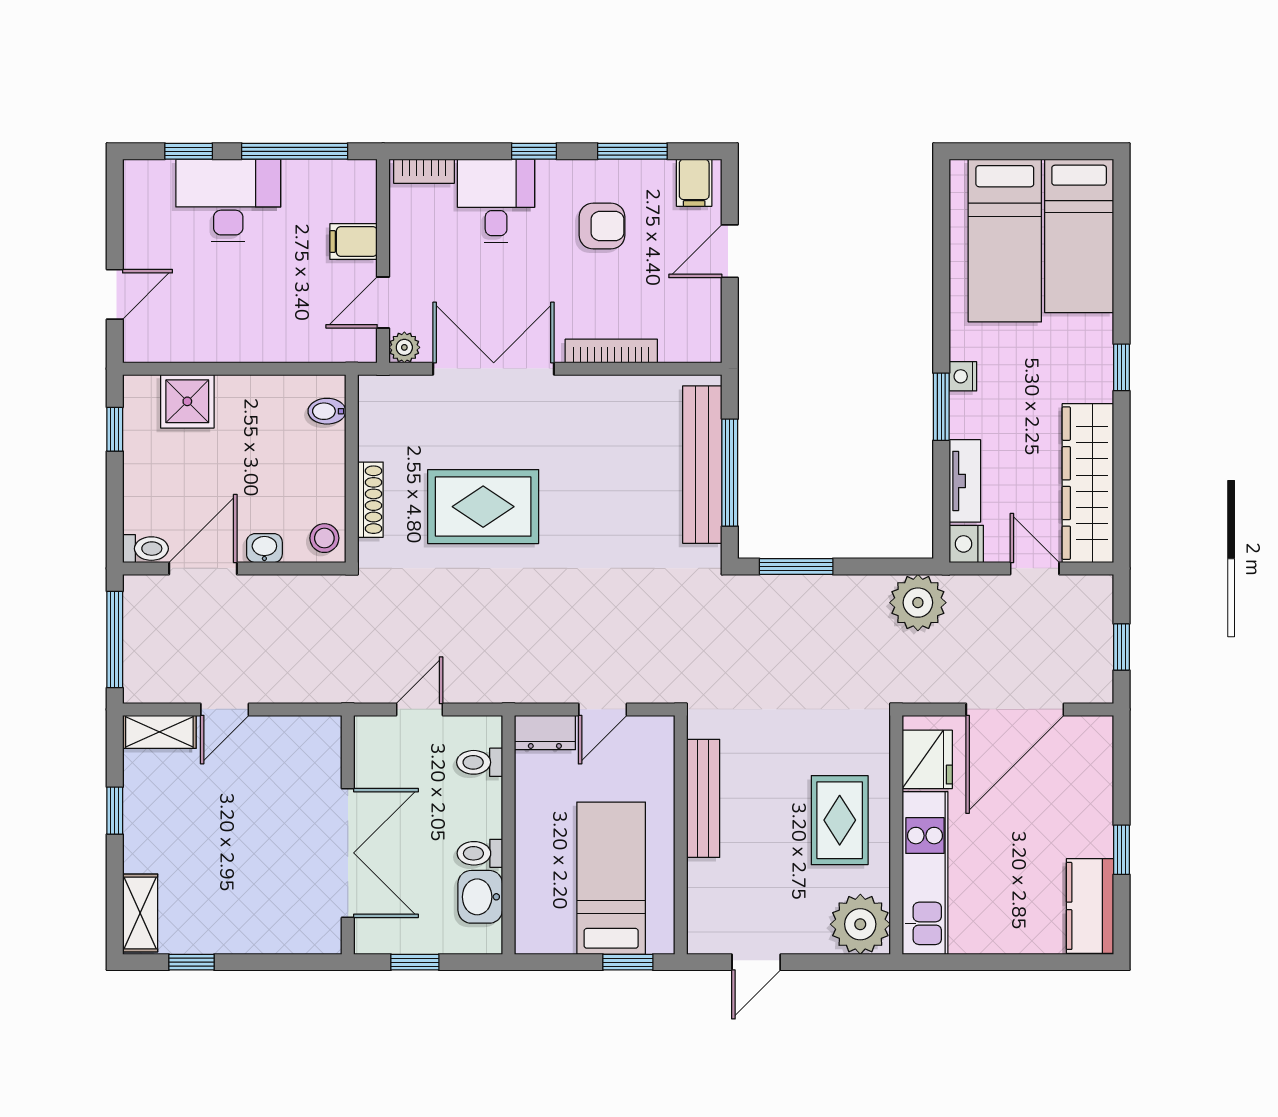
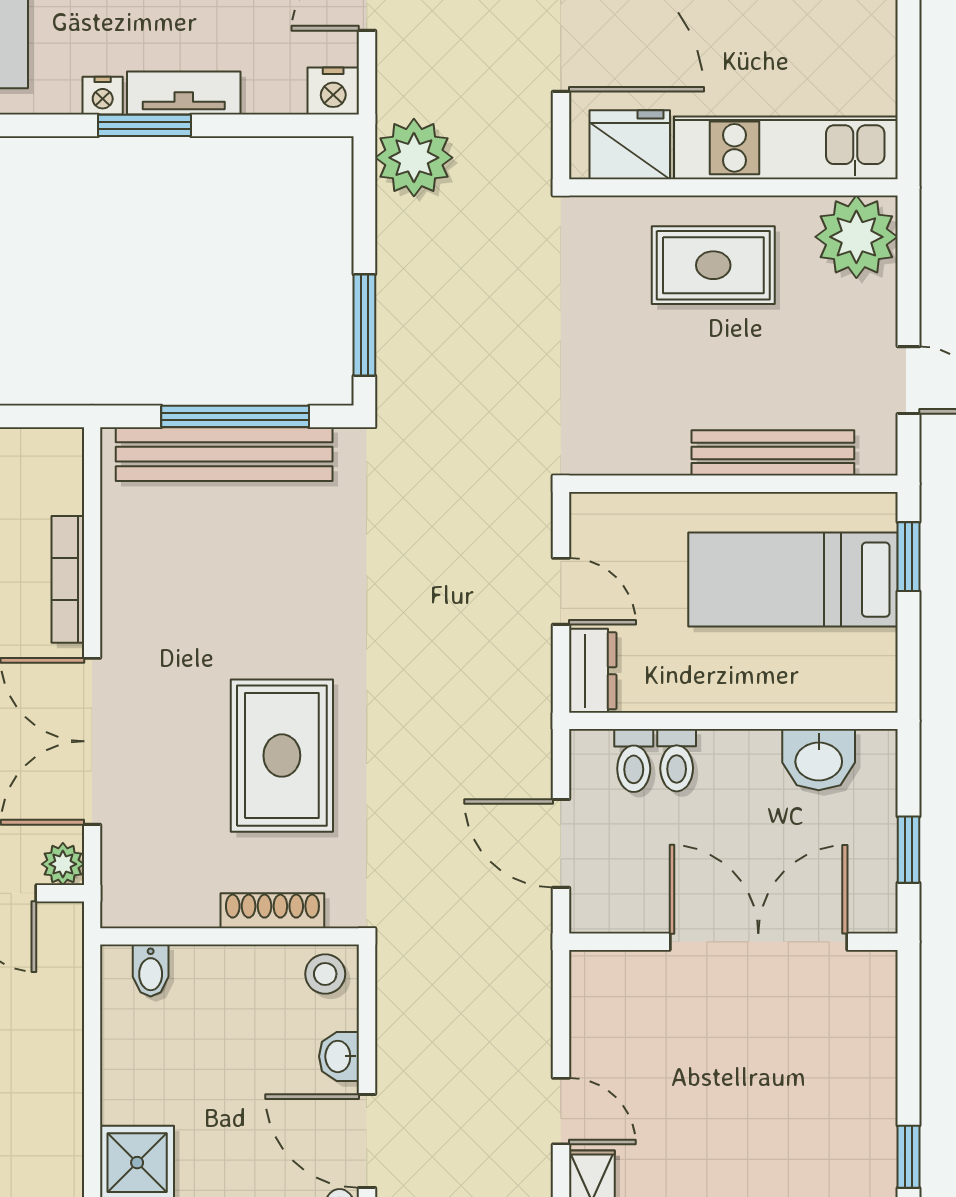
tv unit: (965, 481) -> (184, 93), moved
door: (419, 709) -> (561, 843), width x1.38
bench: (703, 798) -> (773, 453), moved
toilet: (480, 853) -> (677, 760), moved

